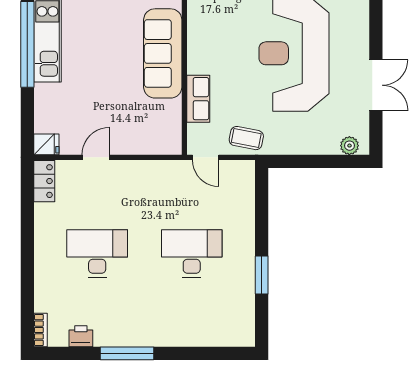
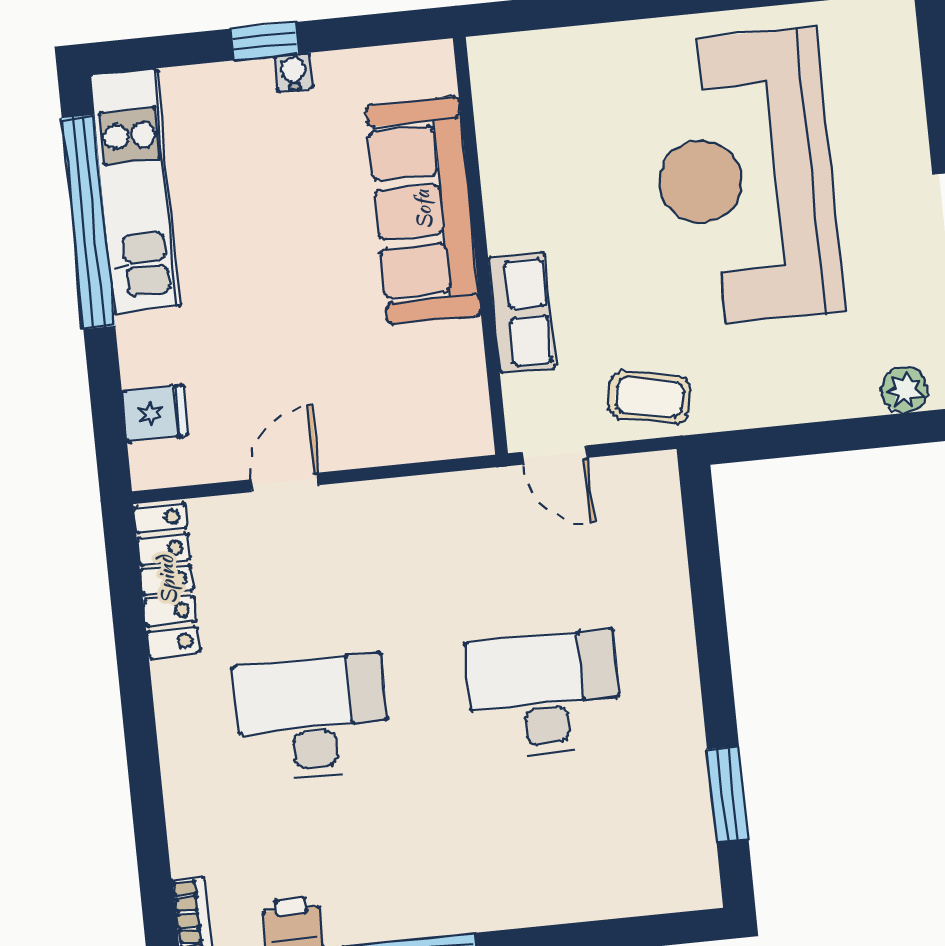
fridge: (46, 144) -> (155, 413), moved
locker: (44, 181) -> (167, 580), width x1.53
window: (262, 275) -> (728, 794), moved

